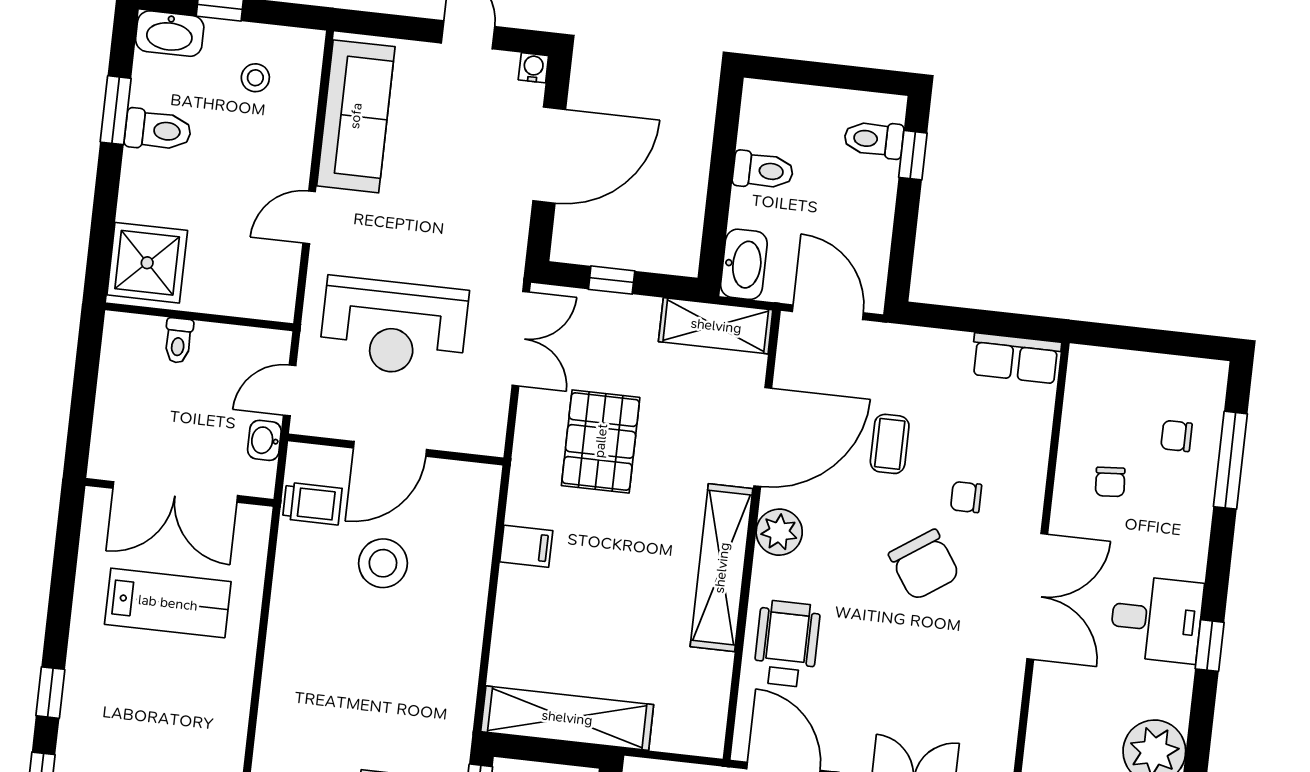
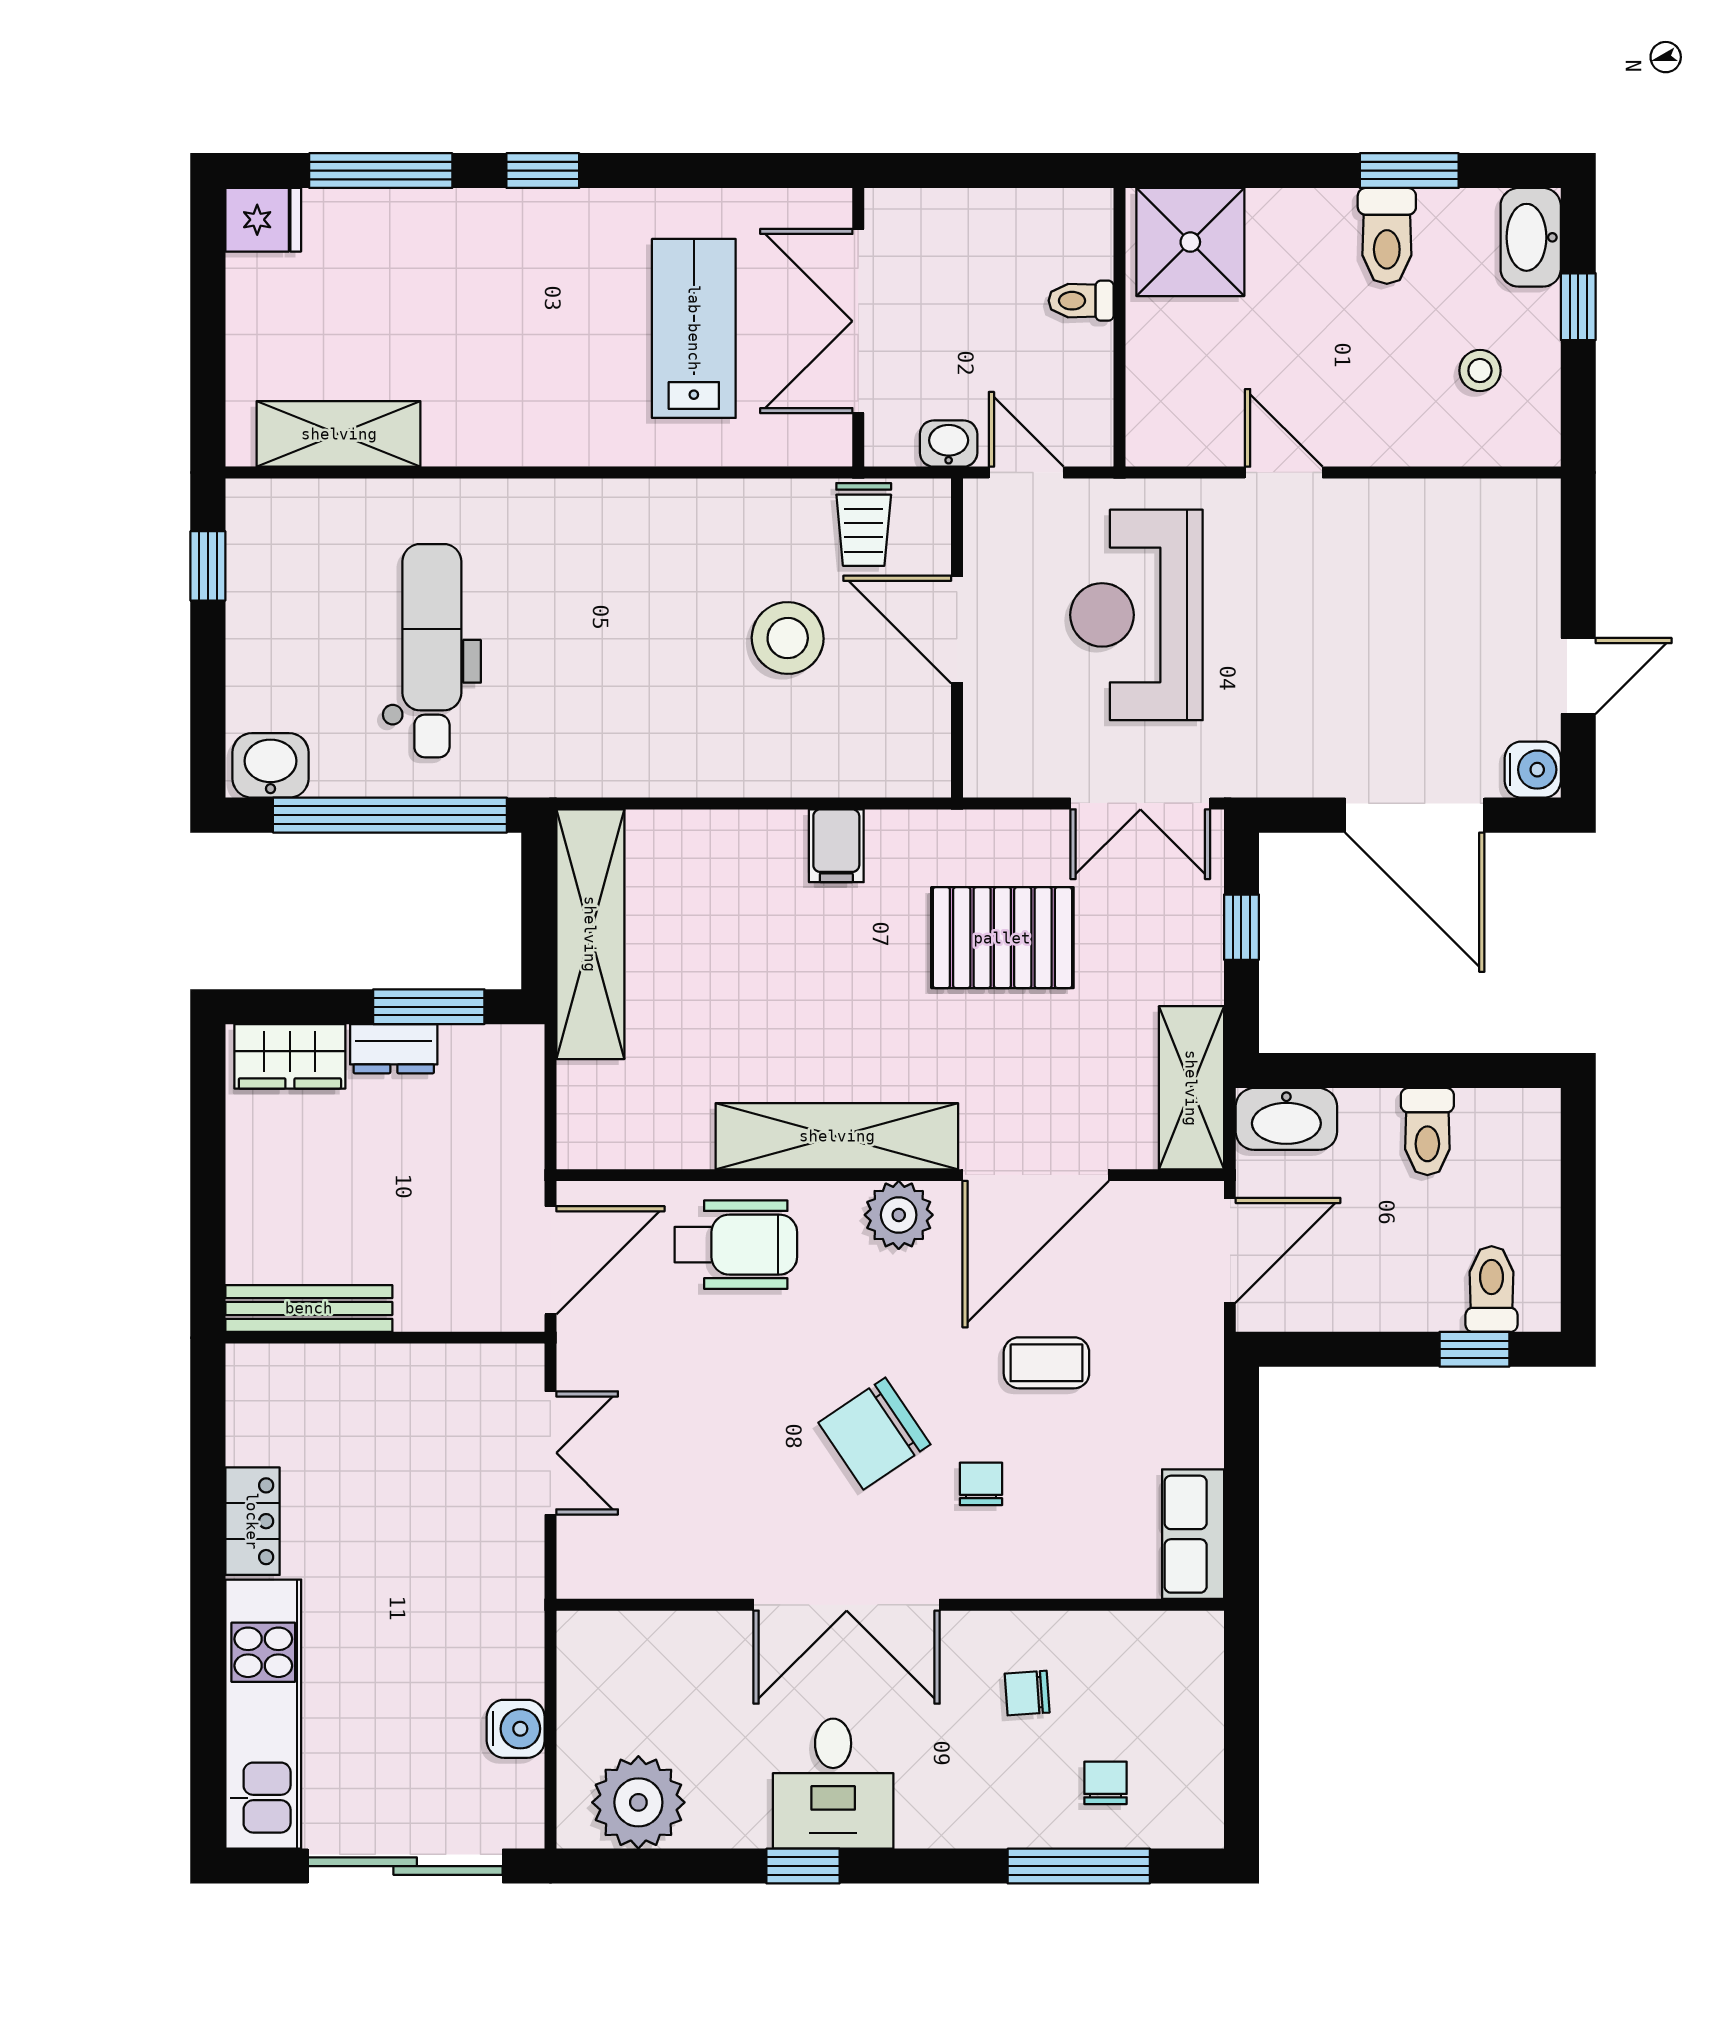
water cooler: (533, 68) -> (1533, 770), width x1.38, depth x1.38
sofa: (356, 116) -> (1440, 525), removed
door: (763, 437) -> (1036, 1175), hinge flipped
lab bench: (168, 603) -> (694, 328), turned 180

